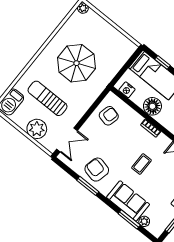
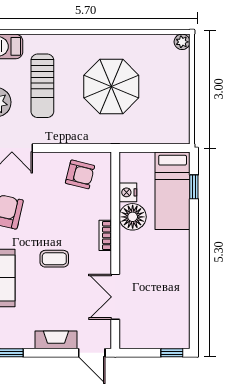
nightstand: (127, 90) -> (128, 192), moved
sun lounger: (47, 98) -> (42, 86), turned 180

